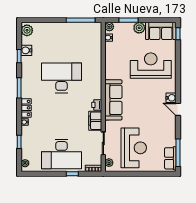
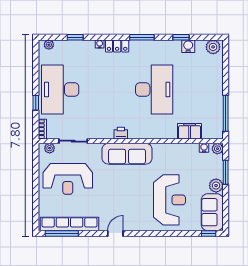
water cooler: (171, 98) -> (130, 225), removed
filing cabinet: (95, 121) -> (190, 131), moved
row of seats: (170, 158) -> (70, 224), width x2.02

